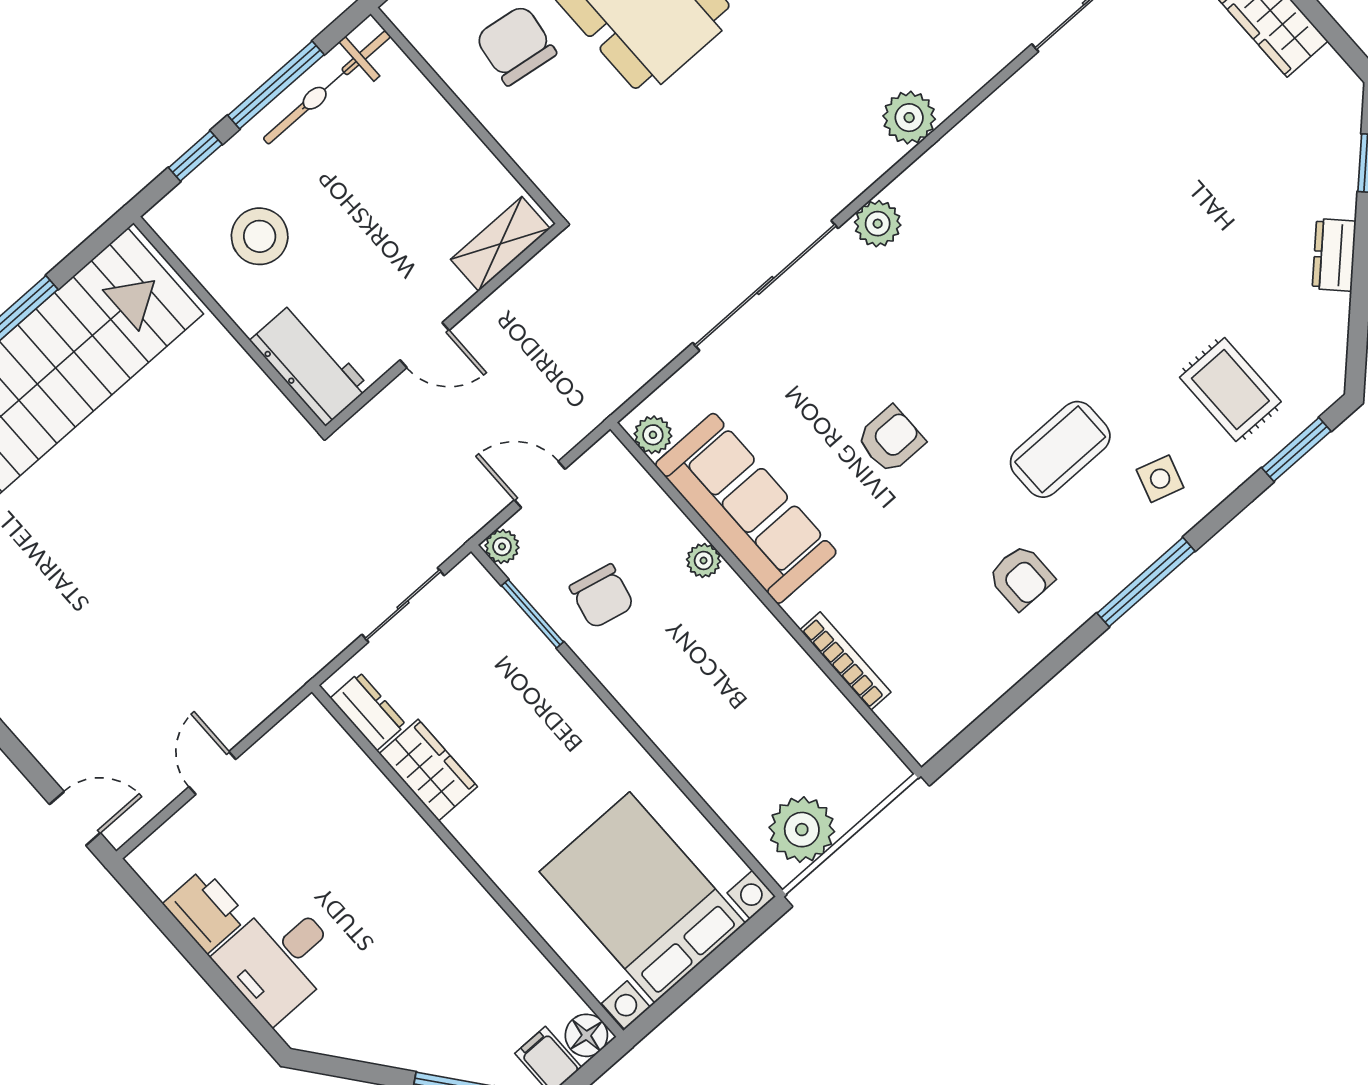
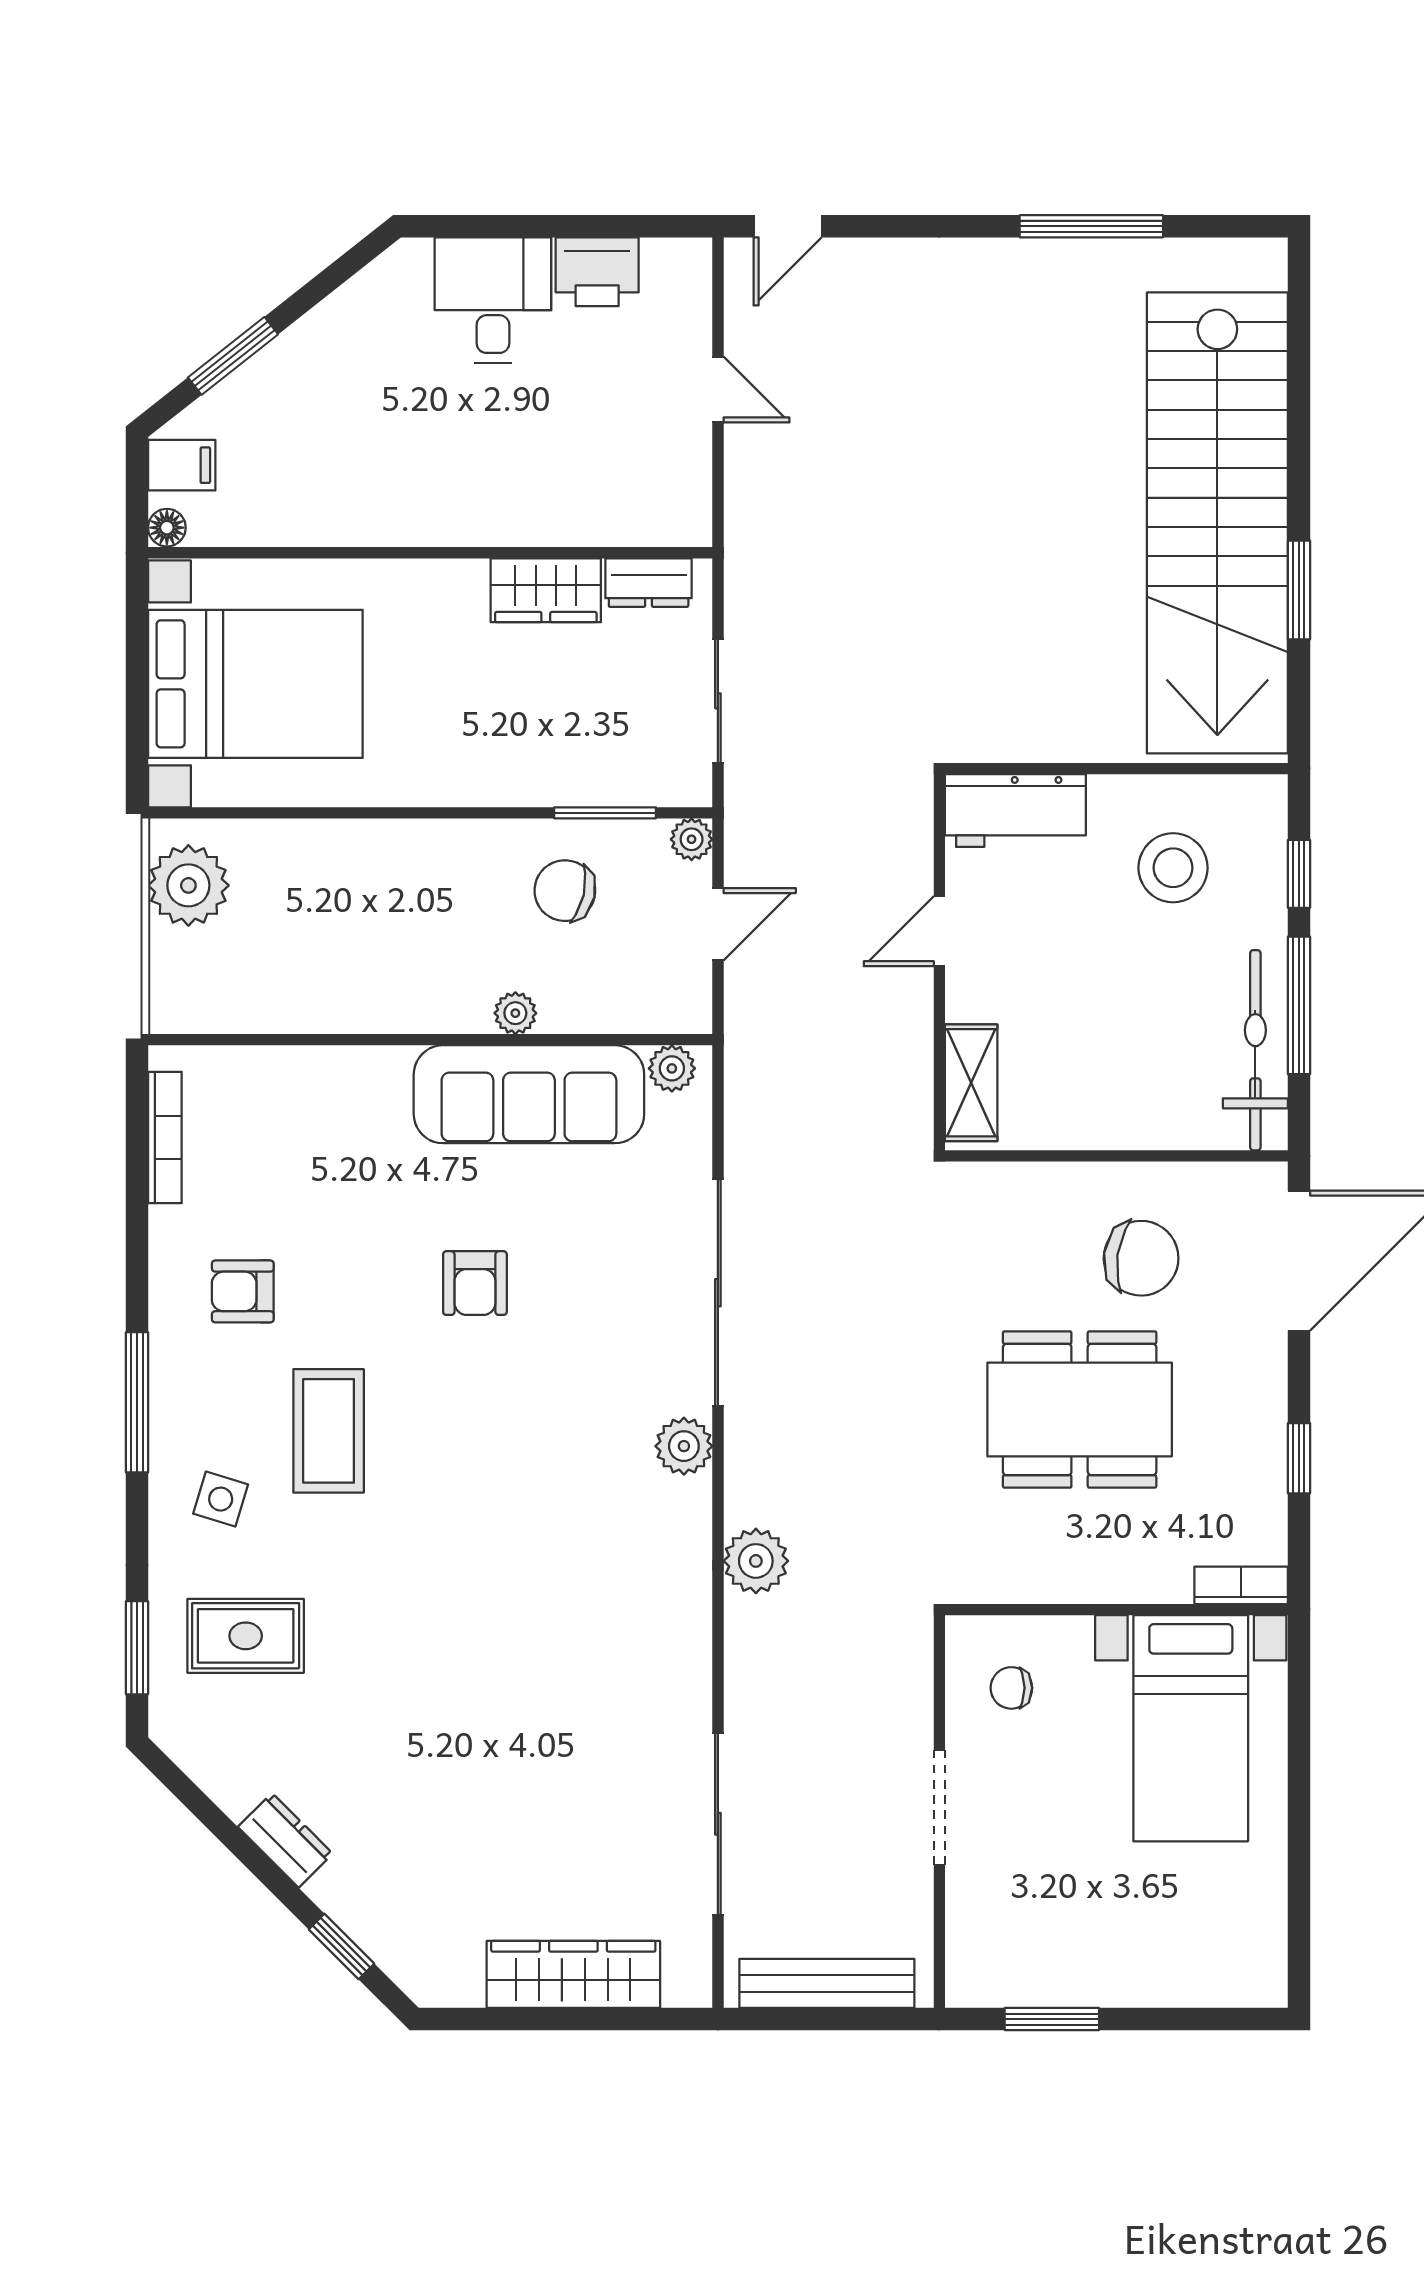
bookcase: (845, 661) -> (165, 1137), moved, turned -90
floor lamp: (586, 1035) -> (167, 528), width x0.73, depth x0.73

